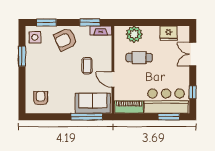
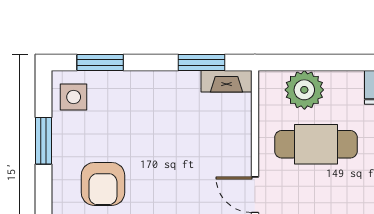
armchair: (65, 39) -> (103, 184), moved, turned -65
cafe table: (139, 58) -> (316, 144), width x1.37, depth x1.35
coffee table: (87, 66) -> (195, 163), removed

